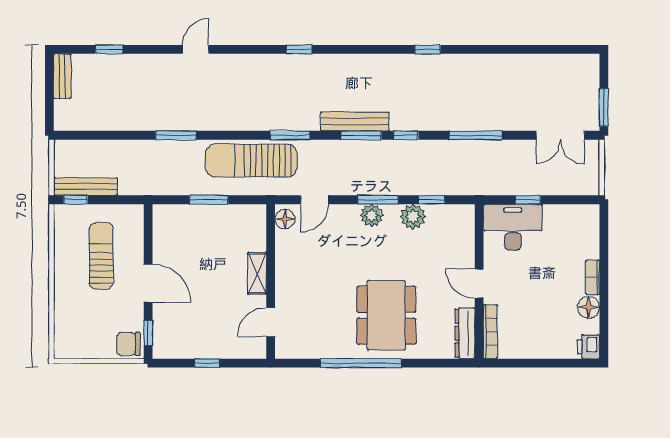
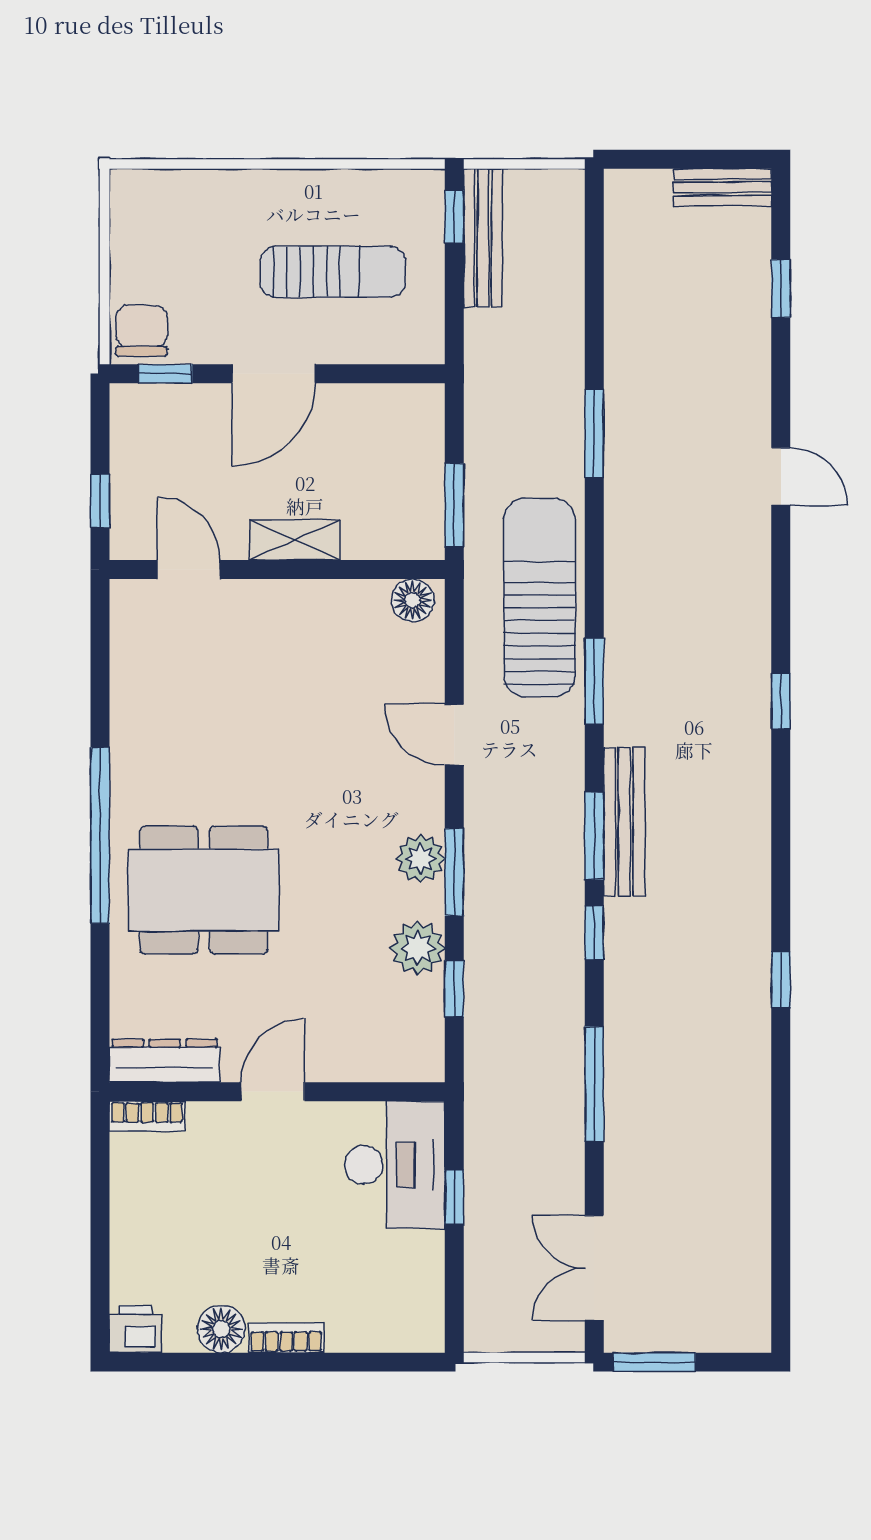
floor lamp: (285, 219) -> (413, 600), moved
shelving: (257, 273) -> (295, 540), moved
wall: (271, 281) -> (277, 570), moved
door: (271, 322) -> (189, 570), moved
bookcase: (490, 332) -> (147, 1116), width x0.64

